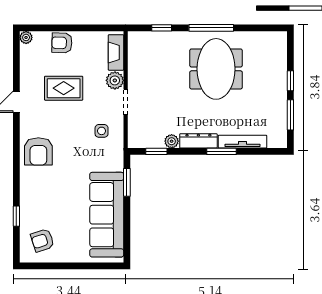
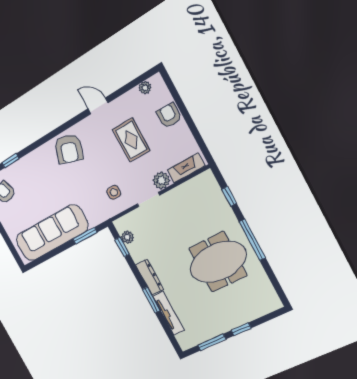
plant: (26, 37) -> (145, 88), moved
plant: (172, 141) -> (127, 237), moved
armchair: (38, 151) -> (69, 149), turned -72

